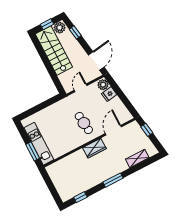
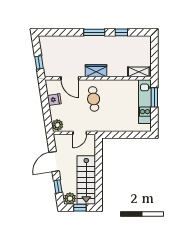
door: (96, 61) -> (54, 162), moved
fridge: (109, 94) -> (54, 100), moved
door: (113, 130) -> (70, 78), hinge flipped
shelving: (137, 158) -> (139, 72), moved
window: (80, 197) -> (121, 32), moved

